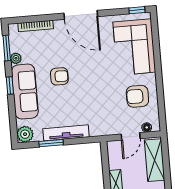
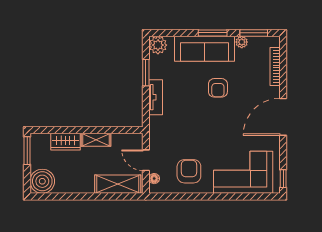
window: (10, 85) -> (213, 33), width x1.50
tv unit: (66, 133) -> (156, 97), width x0.71

